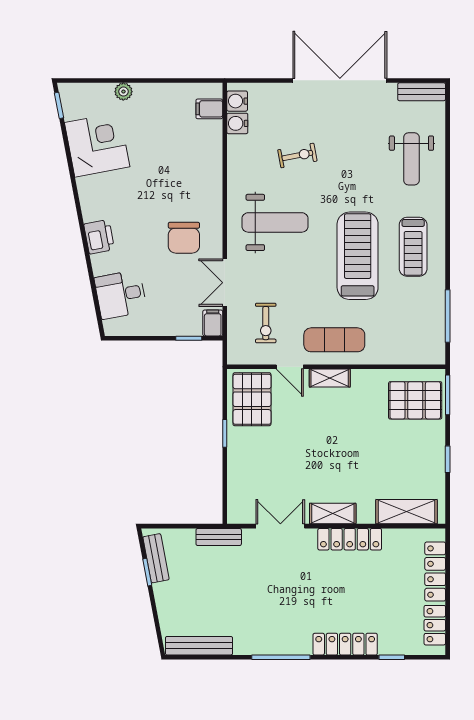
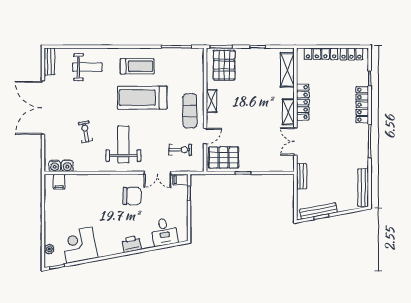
plant: (123, 92) -> (49, 249), moved
shelving: (330, 378) -> (212, 101), moved
bench: (156, 558) -> (318, 211), width x1.36

